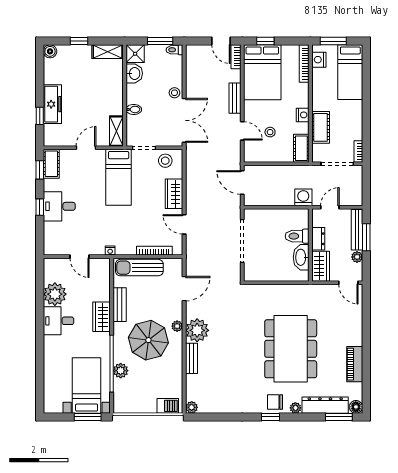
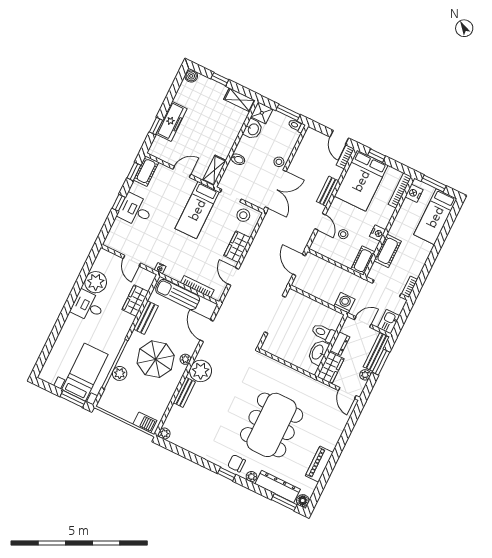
kitchen sink: (355, 195) -> (389, 322), added
door: (184, 289) -> (207, 331), swing flipped
wardrobe: (101, 317) -> (135, 301), moved

